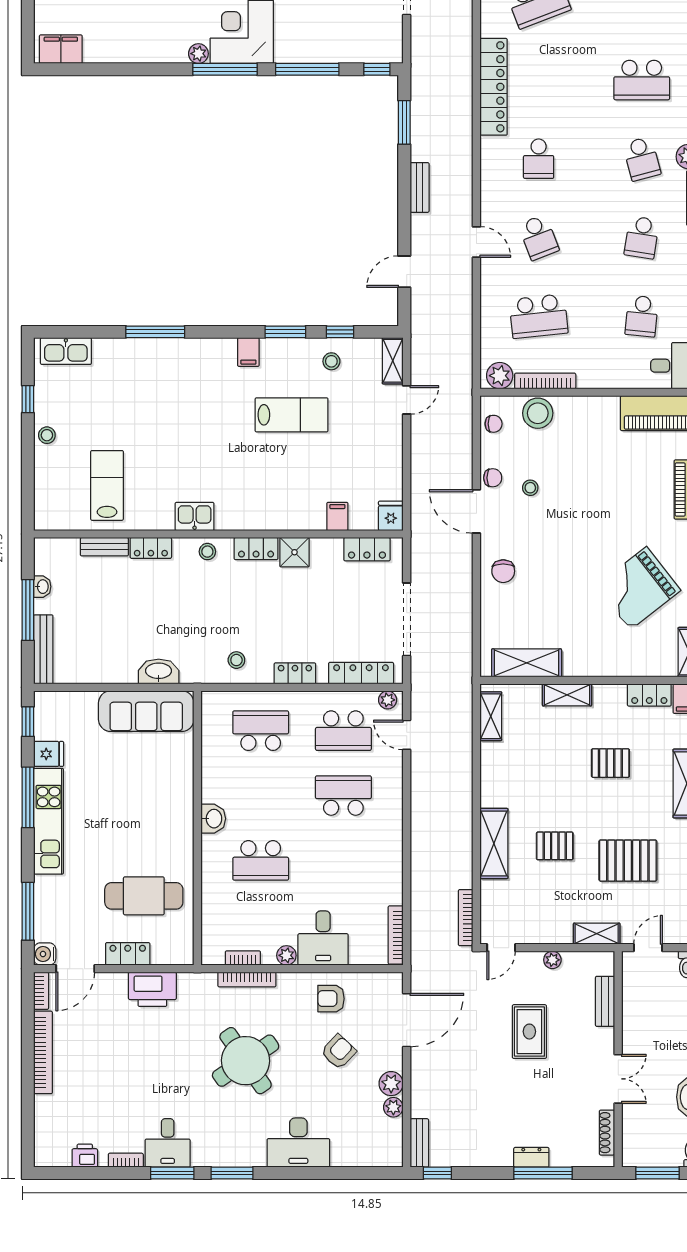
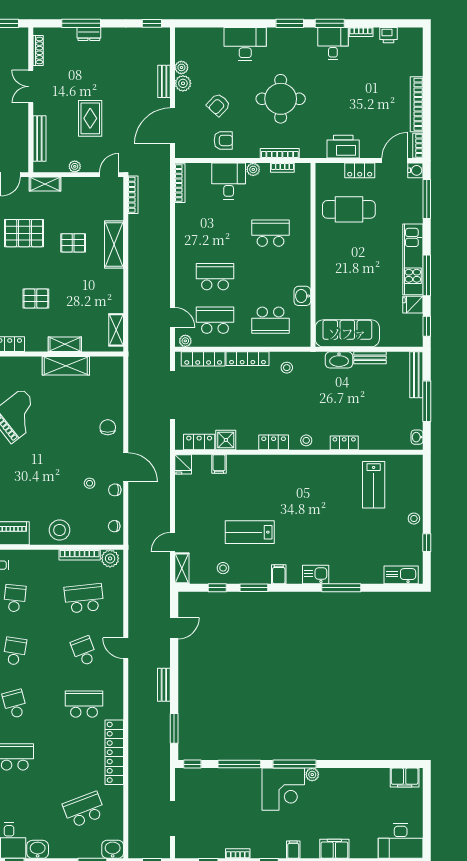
school desk: (539, 159) -> (84, 704), width x1.85
stool: (538, 413) -> (60, 530), moved
kitchen sink: (195, 516) -> (316, 575), moved, turned 180
bench: (104, 547) -> (370, 358), moved
shower: (295, 552) -> (226, 440), moved
washbasin: (42, 587) -> (417, 437), moved
shelving: (527, 663) -> (66, 366), moved
locker: (295, 673) -> (247, 359), width x1.53
school desk: (343, 796) -> (215, 277), turned 180
washbasin: (213, 819) -> (302, 296), moved
bench: (605, 1001) -> (39, 139), width x1.36
round table: (246, 1061) -> (281, 99), turned 34
bench: (419, 1143) -> (164, 81), moved

